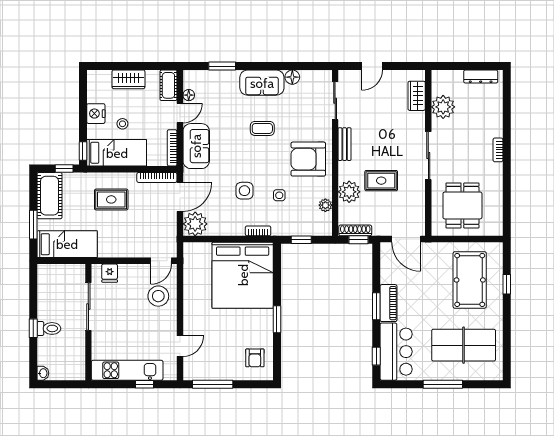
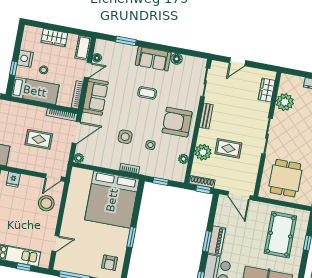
window: (83, 151) -> (13, 68), moved
rug: (111, 199) -> (39, 139), moved
plant: (195, 224) -> (79, 158), width x0.53, depth x0.53

